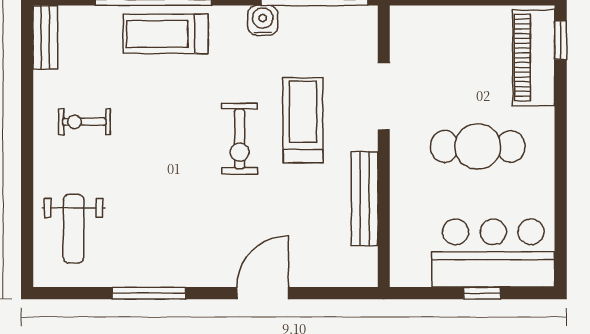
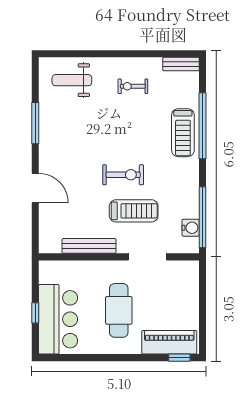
water cooler: (263, 20) -> (191, 228), moved
treadmill: (166, 34) -> (183, 133), turned 180
exercise bike: (84, 122) -> (133, 86), turned -90
exercise bike: (240, 139) -> (123, 175), turned 180

